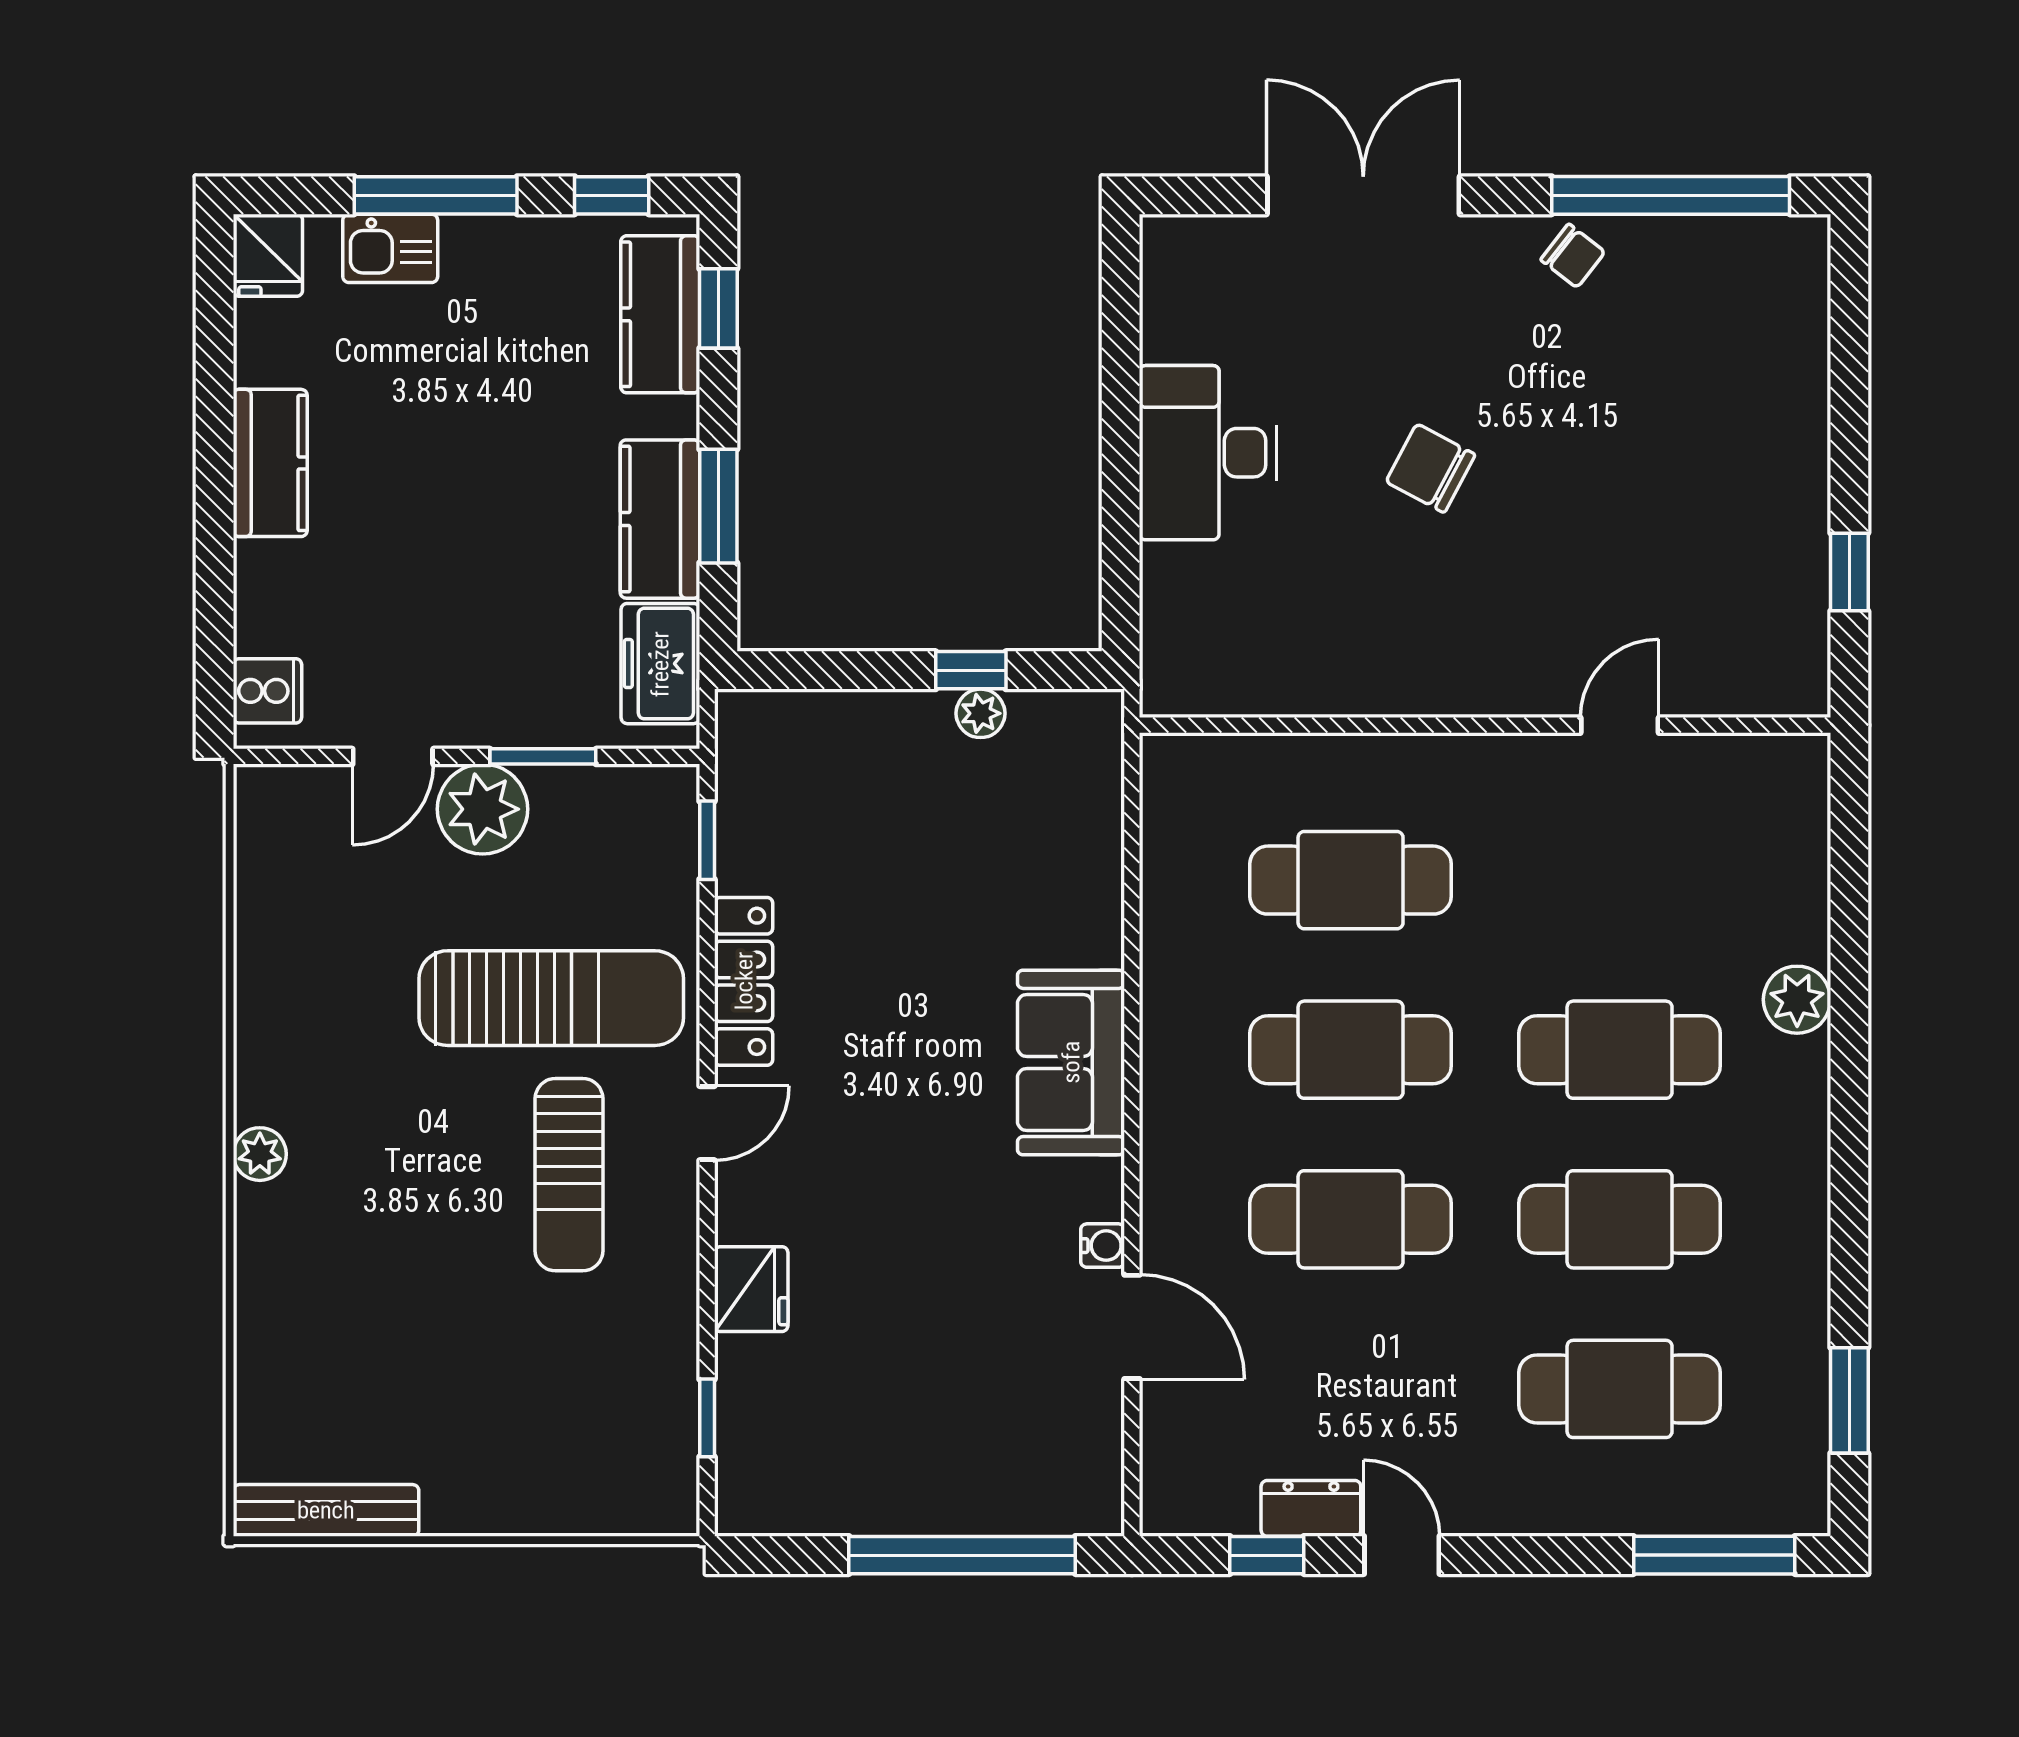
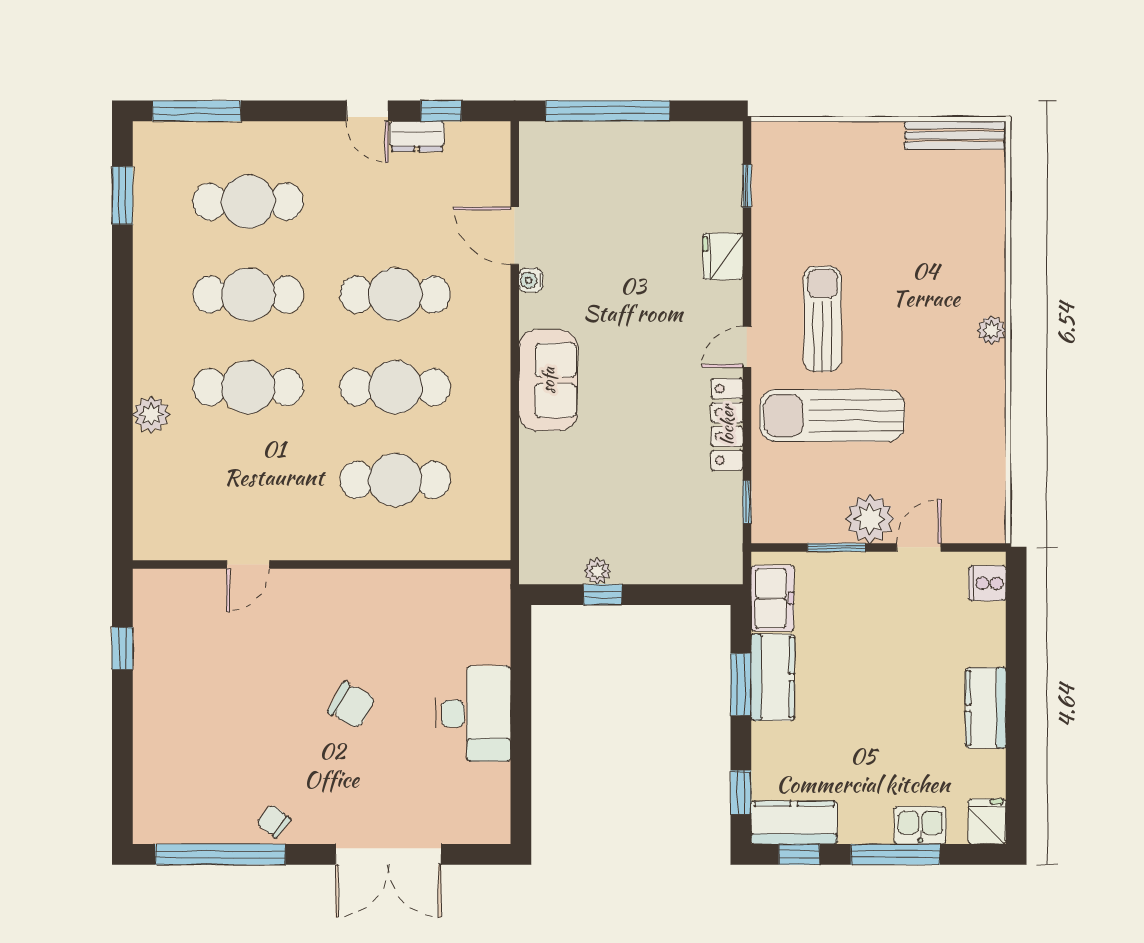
kitchen counter: (660, 314) -> (794, 823), moved, turned -90

